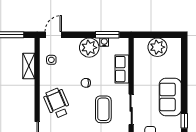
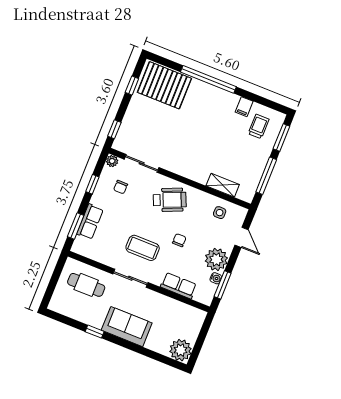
door: (53, 35) -> (241, 237), moved
plant: (157, 47) -> (181, 350), moved

